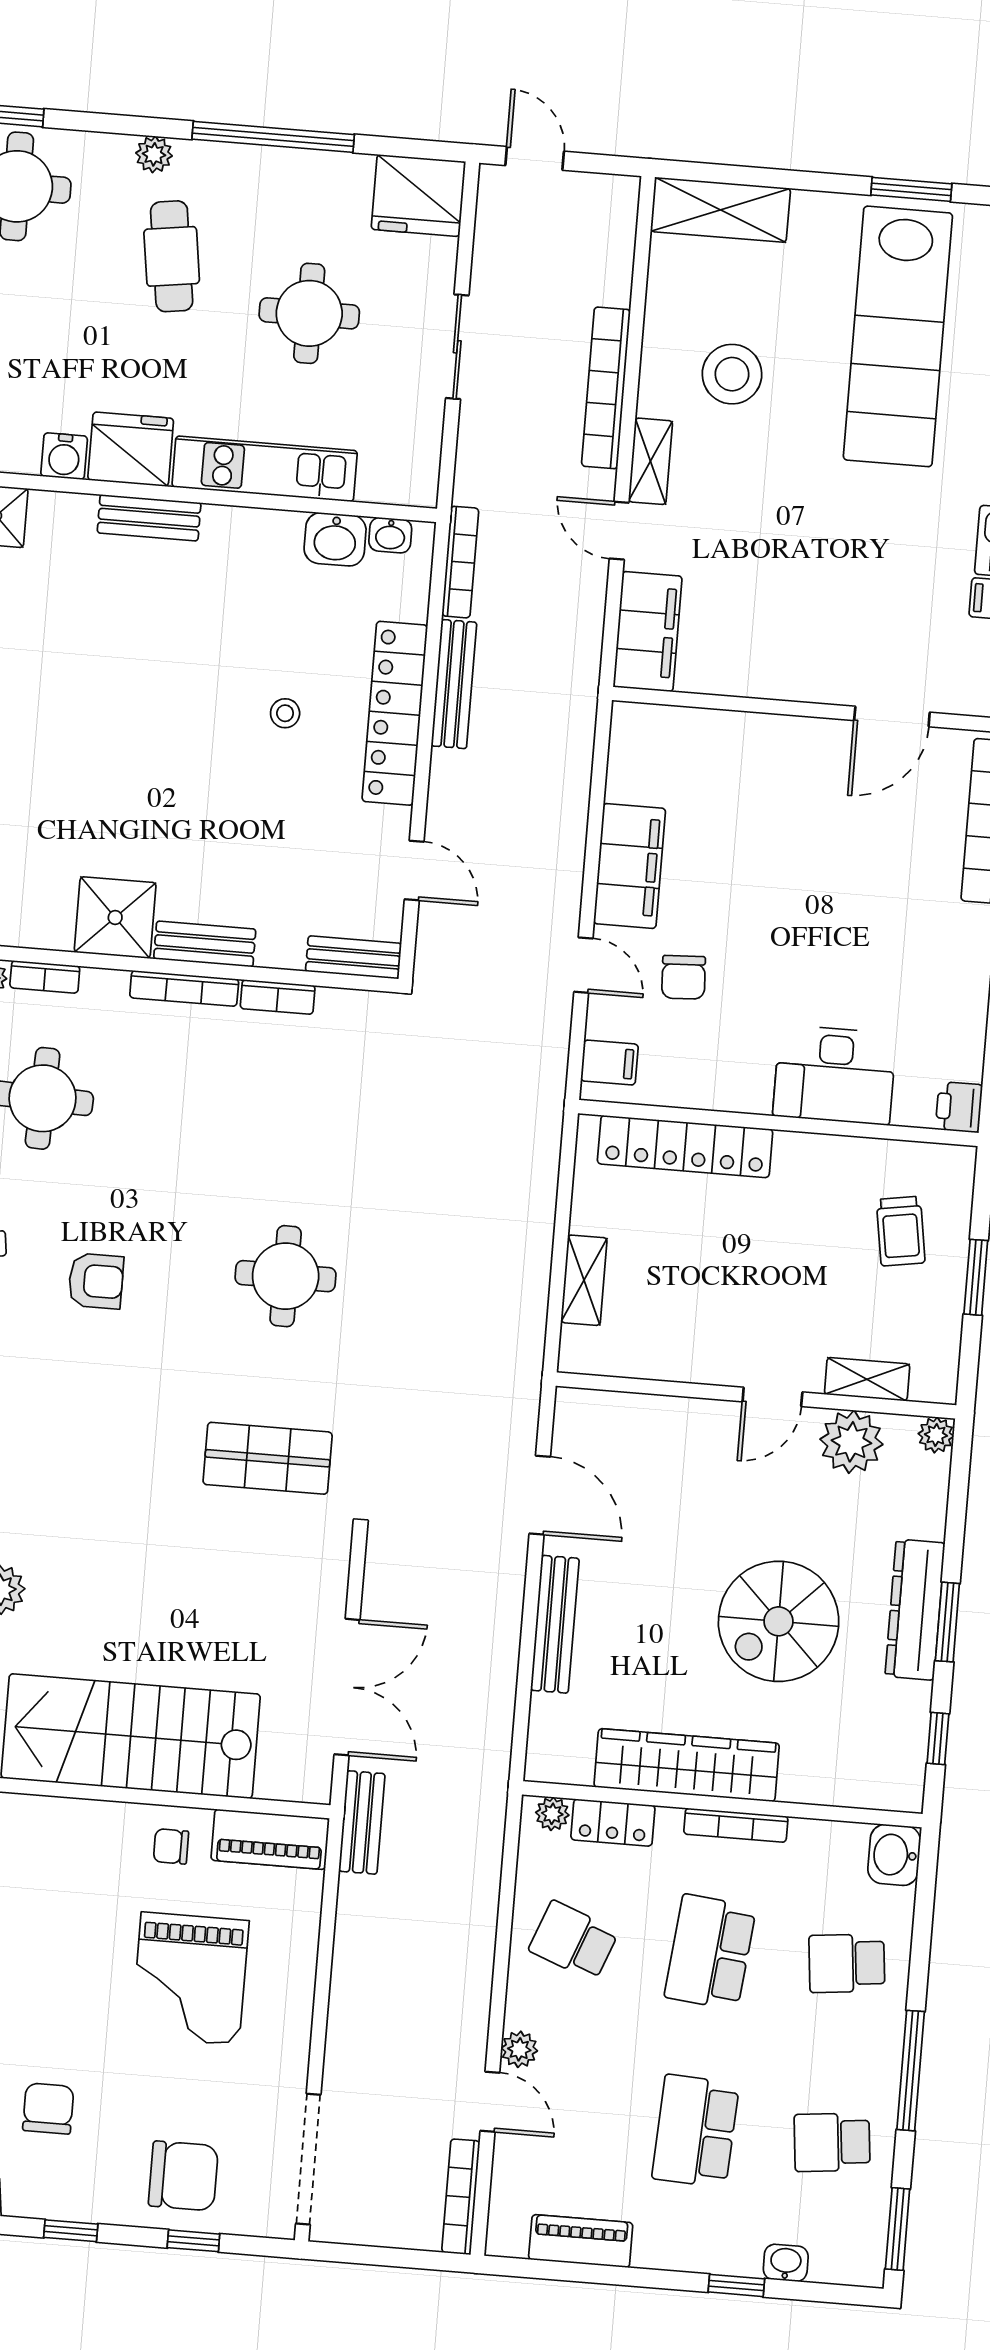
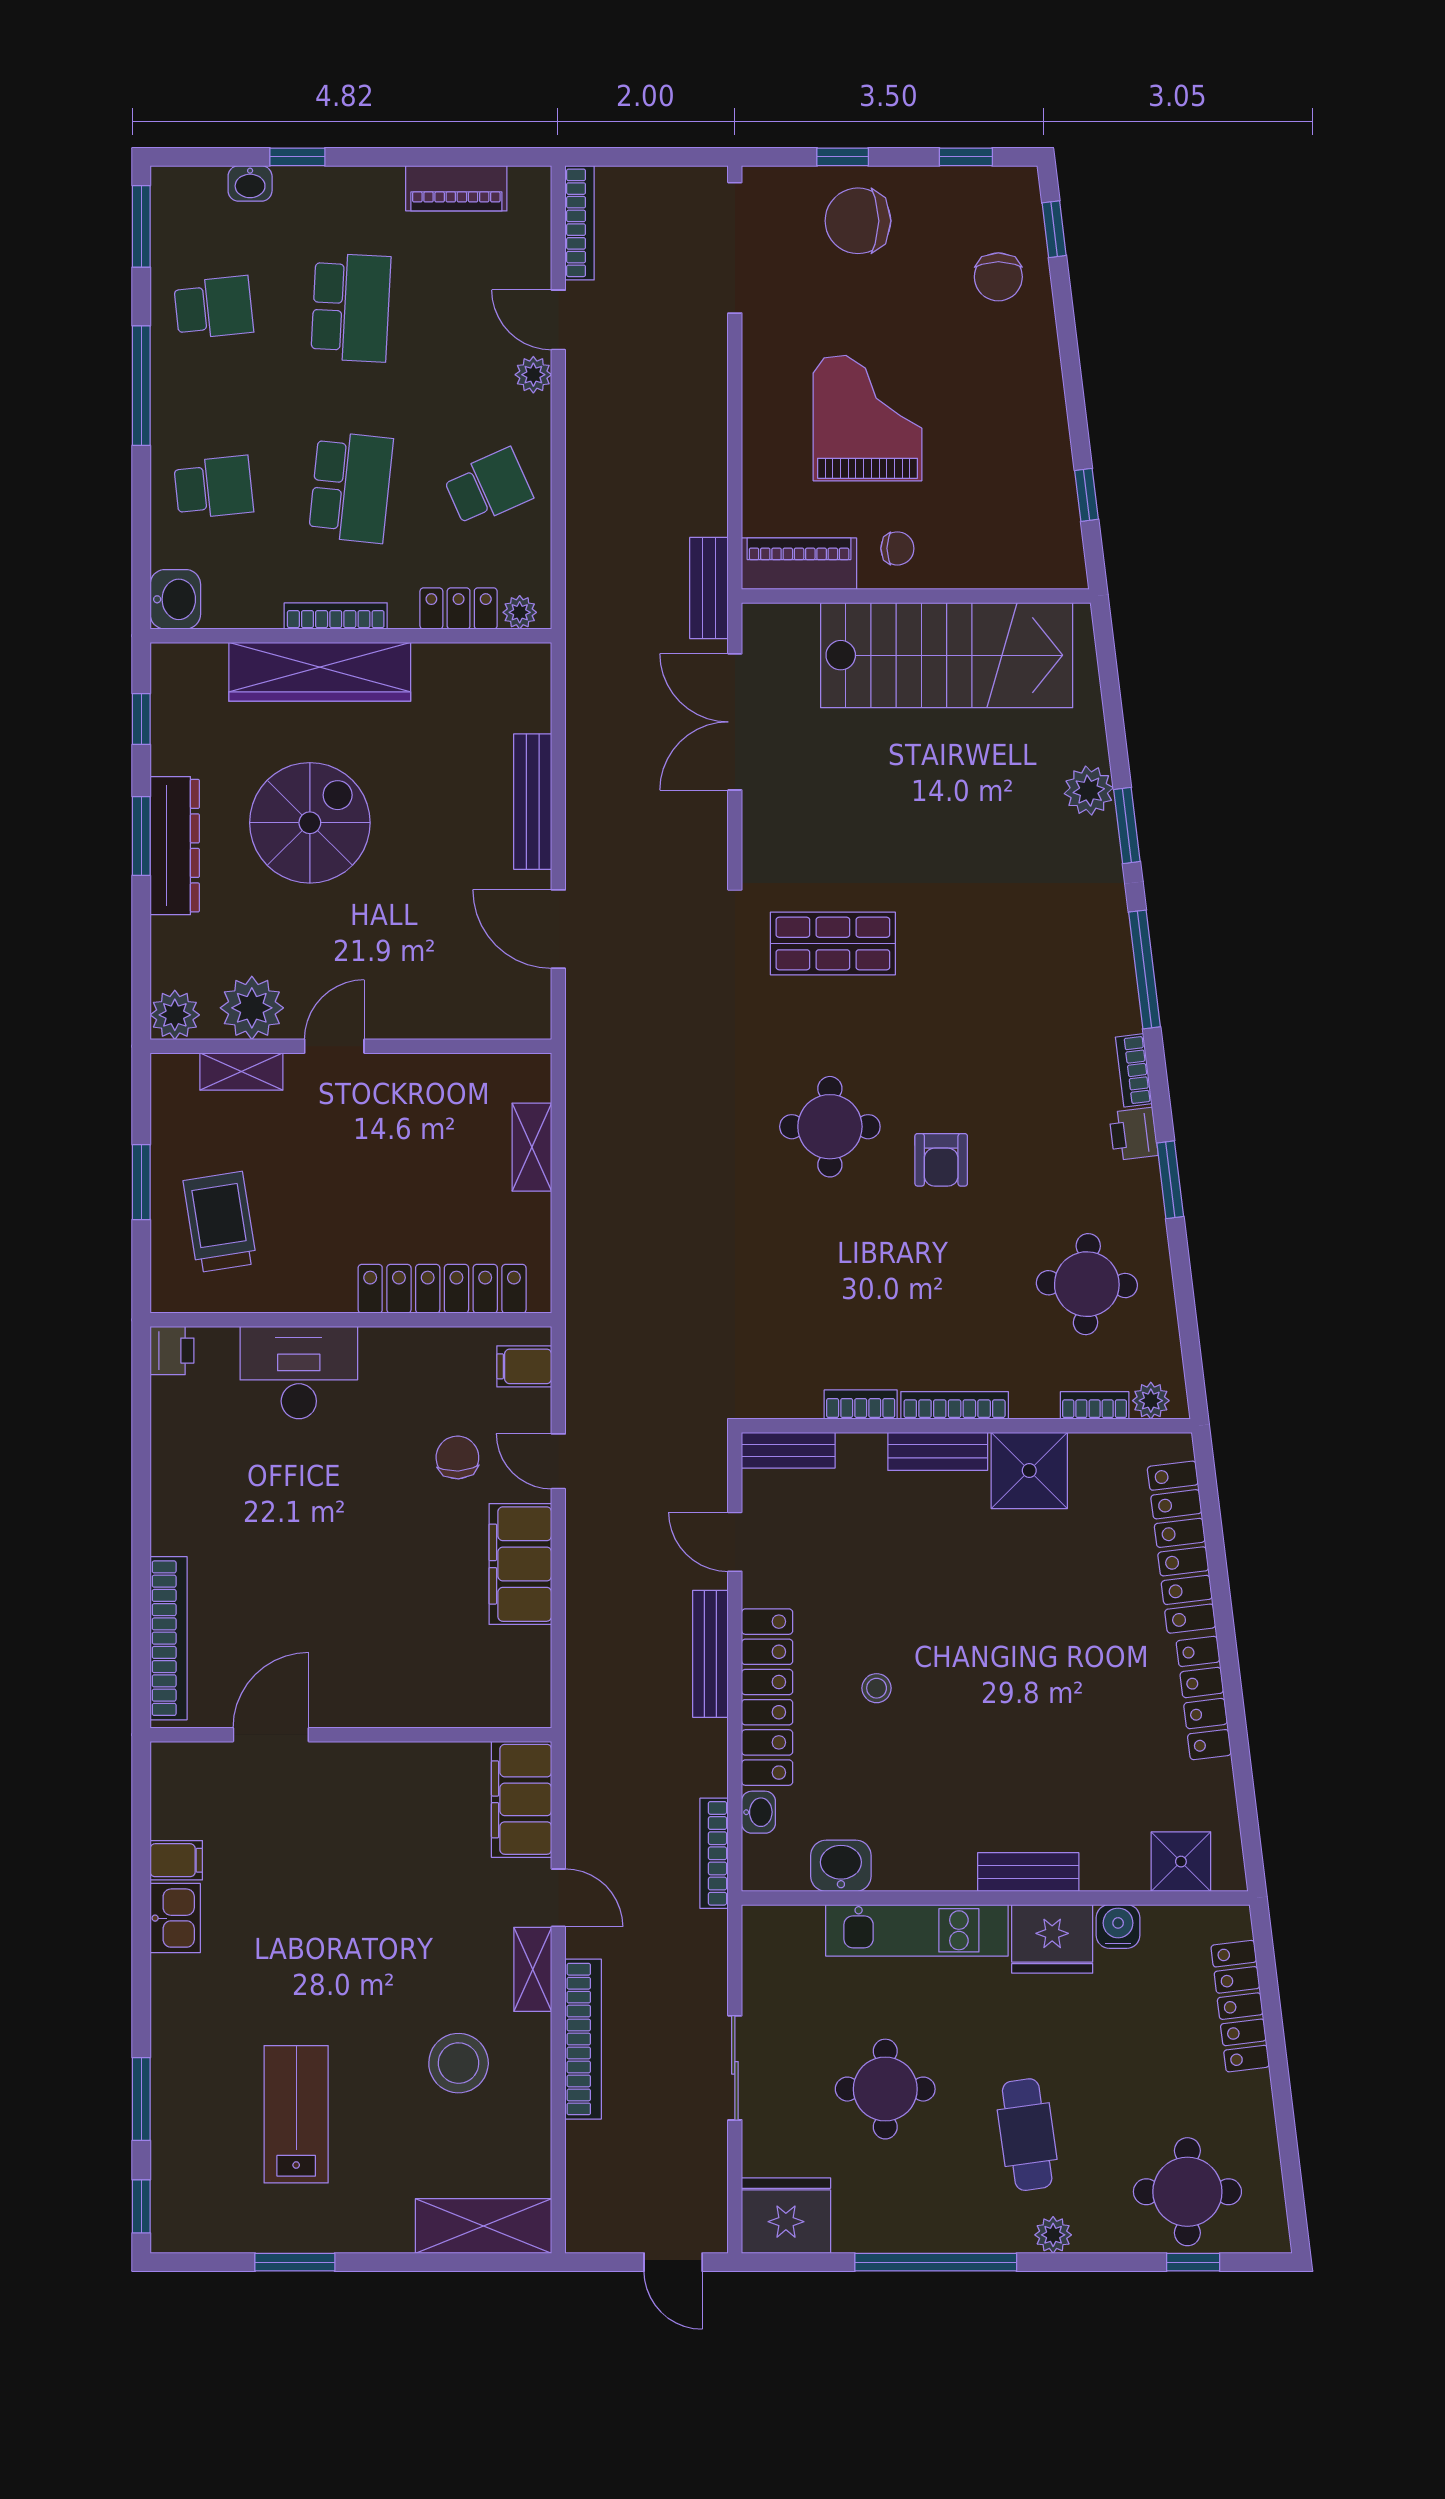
lab bench: (898, 336) -> (296, 2114), width x0.54, depth x0.72
washbasin: (390, 535) -> (758, 1812), moved, turned 90
bench: (454, 684) -> (710, 1654), moved
trolley: (901, 1231) -> (220, 1222), width x1.36, depth x1.39
armchair: (96, 1281) -> (941, 1160), moved, turned -90
plant: (936, 1435) -> (175, 1015), width x1.38, depth x1.38
wardrobe: (687, 1765) -> (320, 672), moved
school desk: (574, 1941) -> (488, 487), turned -45

